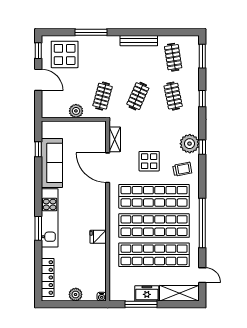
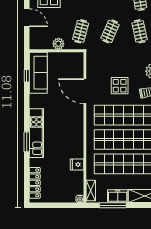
shelving: (115, 139) -> (91, 191), moved
sofa: (52, 163) -> (38, 73), moved
fridge: (98, 237) -> (77, 165), moved
plant: (76, 294) -> (58, 197), removed

